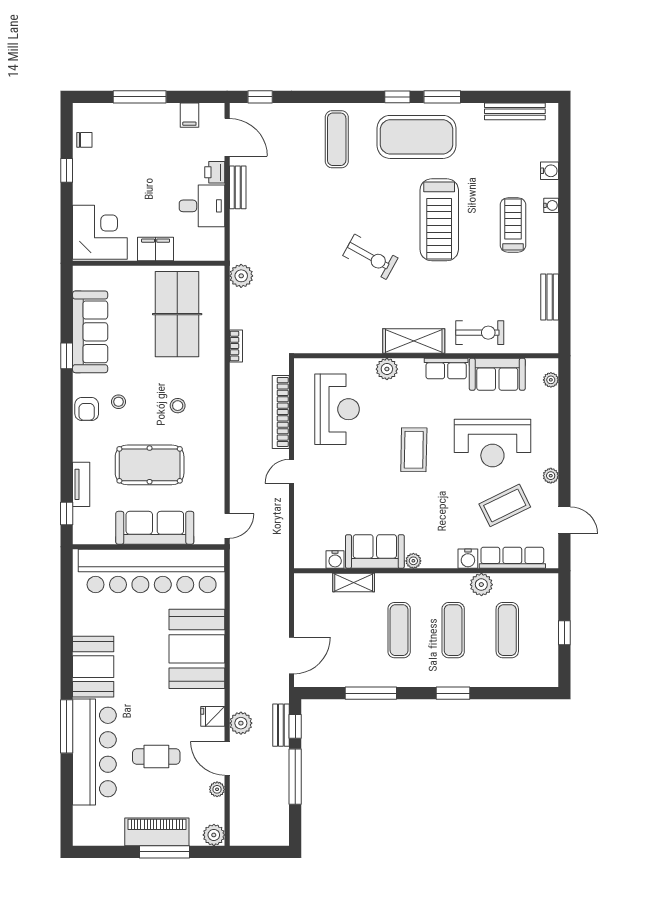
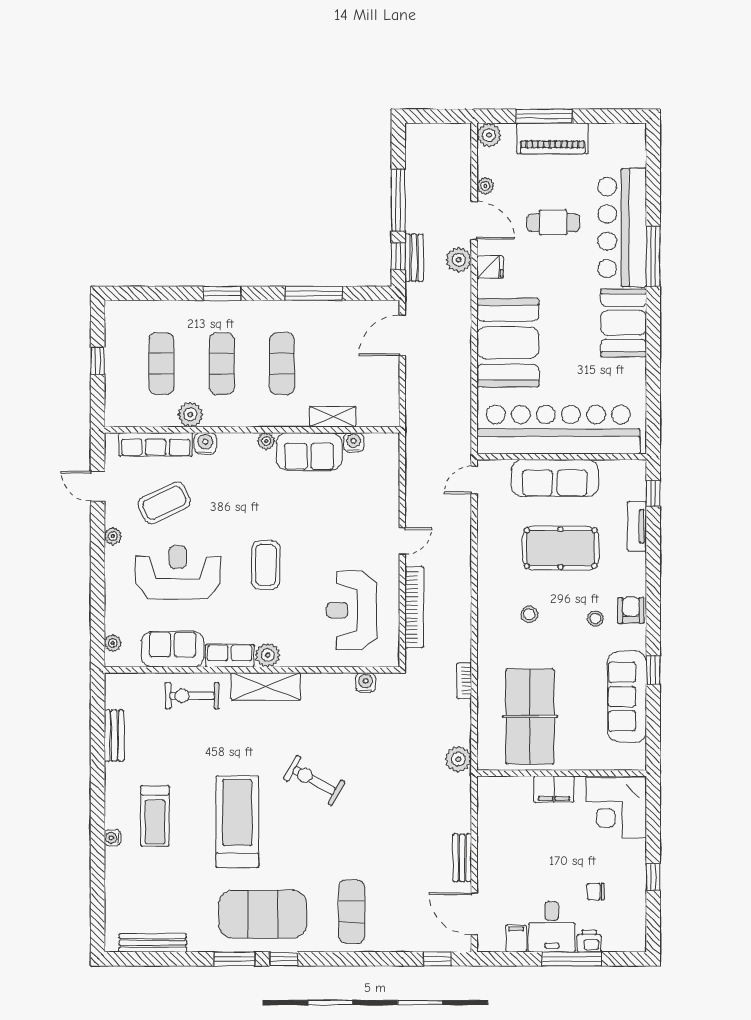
chair: (84, 140) -> (596, 892), moved
water cooler: (550, 171) -> (366, 683), moved, turned 90
printer: (215, 172) -> (589, 941), moved, turned -90
desk: (202, 206) -> (552, 927), moved, turned -90
plant: (387, 369) -> (268, 655), moved

